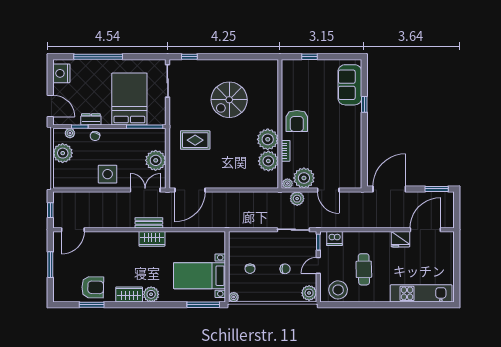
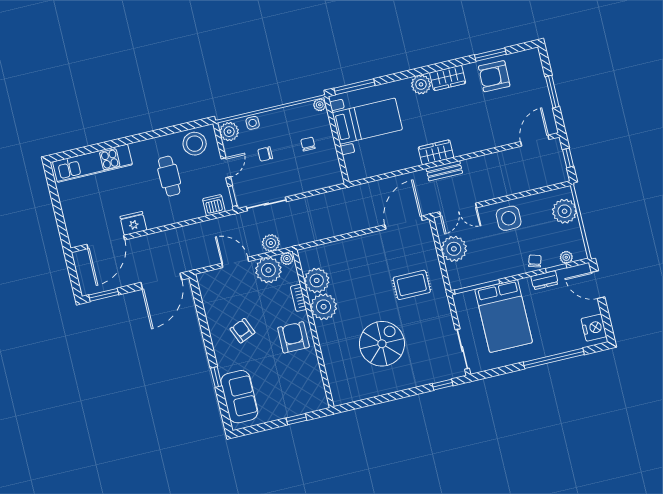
armchair: (335, 136) -> (242, 331), added
plant: (63, 153) -> (565, 211), moved
side table: (289, 295) -> (253, 123), added

